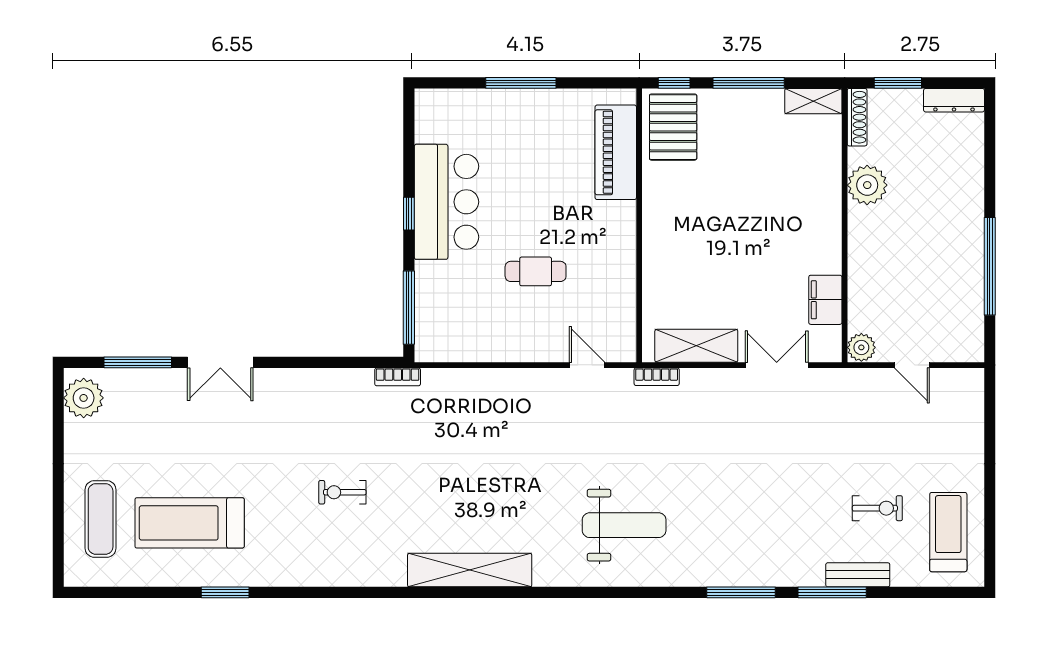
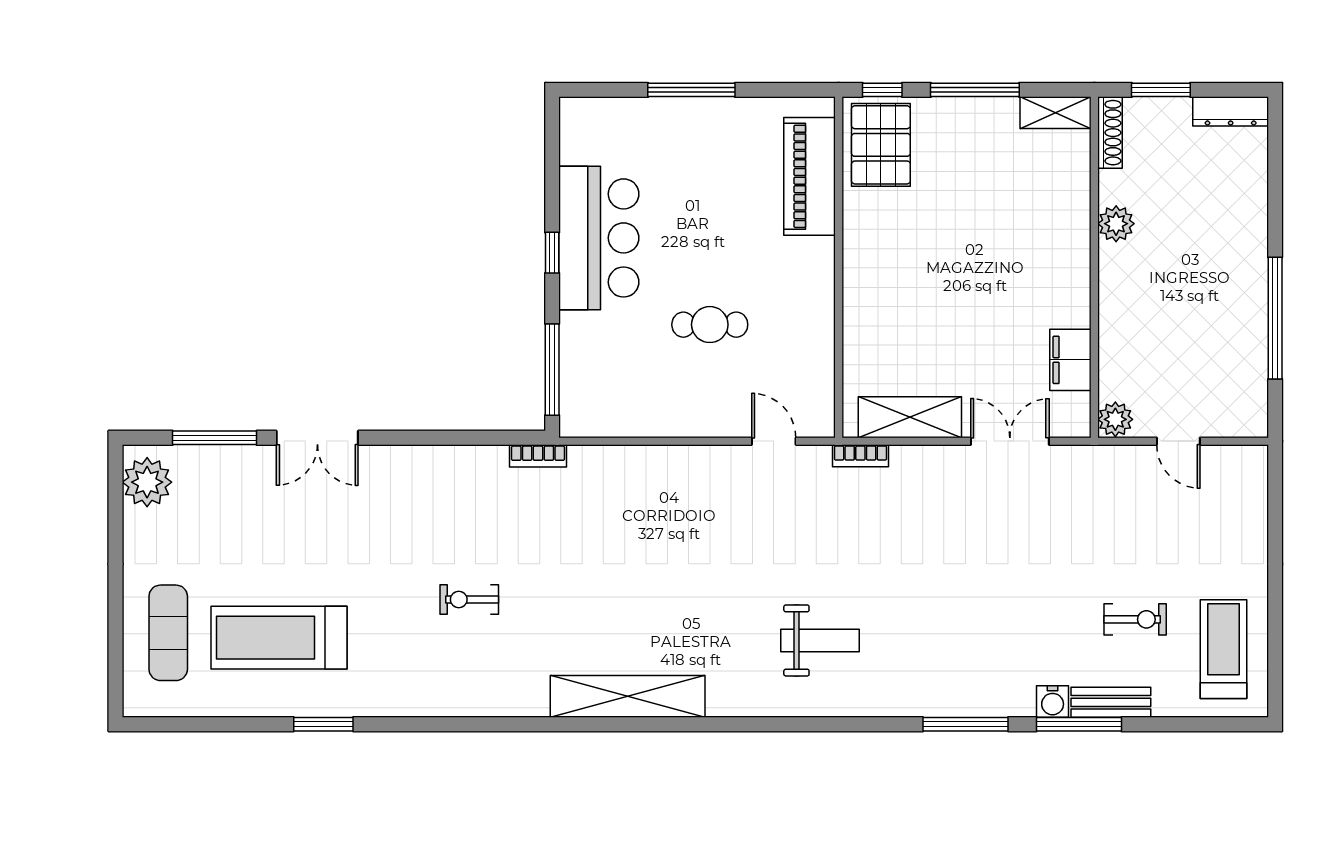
plant: (867, 185) -> (1116, 224), width x0.73, depth x0.73
weight bench: (624, 525) -> (820, 640), width x0.73, depth x0.75
water cooler: (811, 574) -> (1053, 702), added

